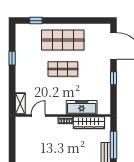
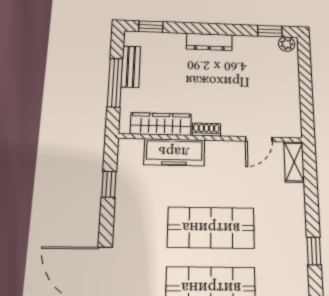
shop shelf: (63, 69) -> (211, 228), width x1.43, depth x1.36
window: (113, 78) -> (109, 184), moved

